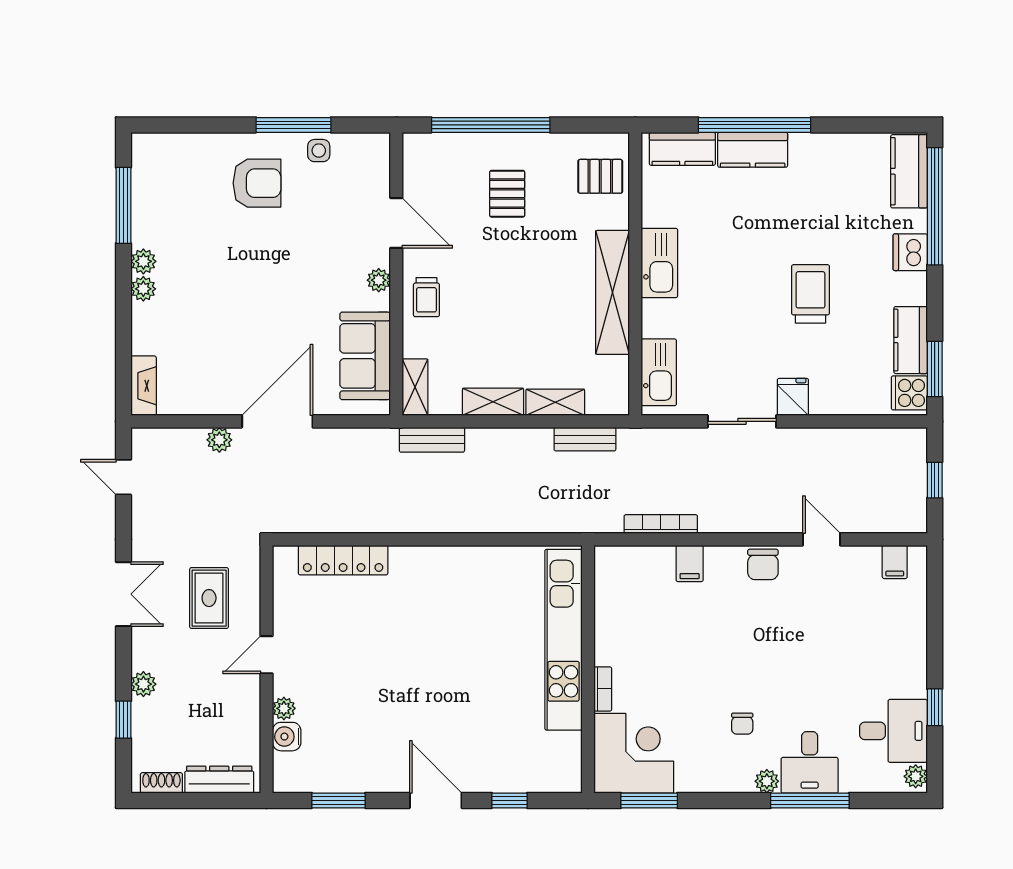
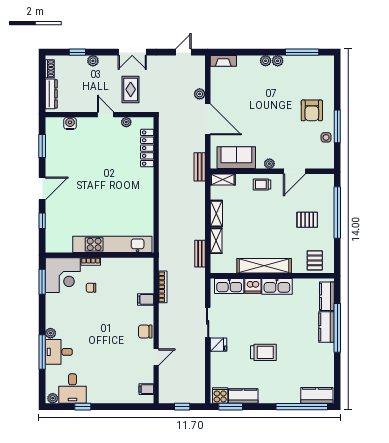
dishwasher: (910, 252) -> (253, 286), moved, turned 180
bench: (432, 440) -> (200, 167), moved
rug: (209, 598) -> (131, 89), turned 90
plant: (284, 708) -> (126, 122), moved
chair: (742, 724) -> (91, 288), moved

